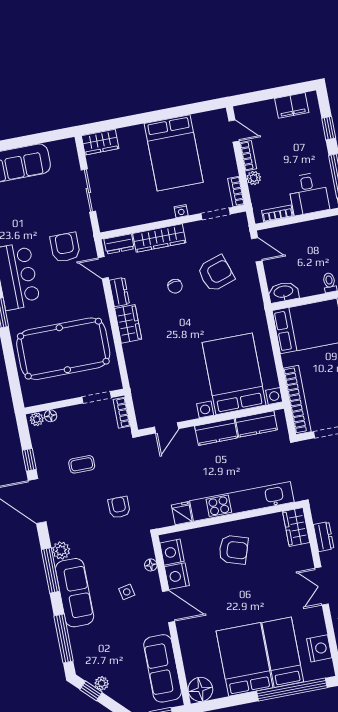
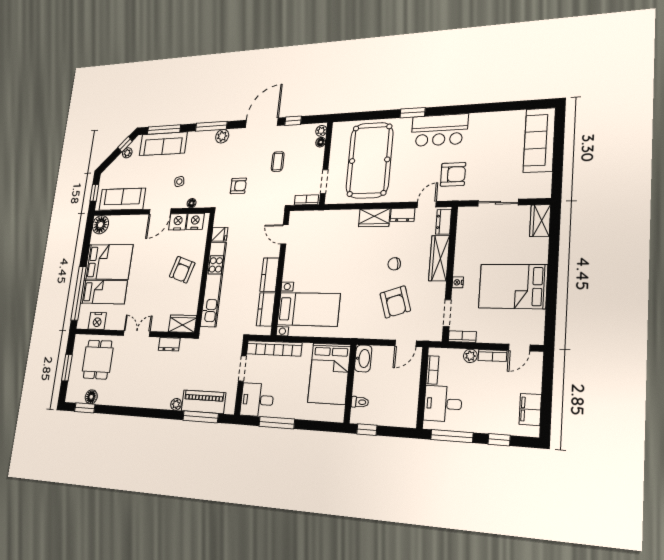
bed with nightstands: (234, 374) -> (308, 309), width x0.73
sofa: (75, 593) -> (163, 144), moved

